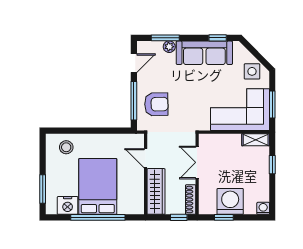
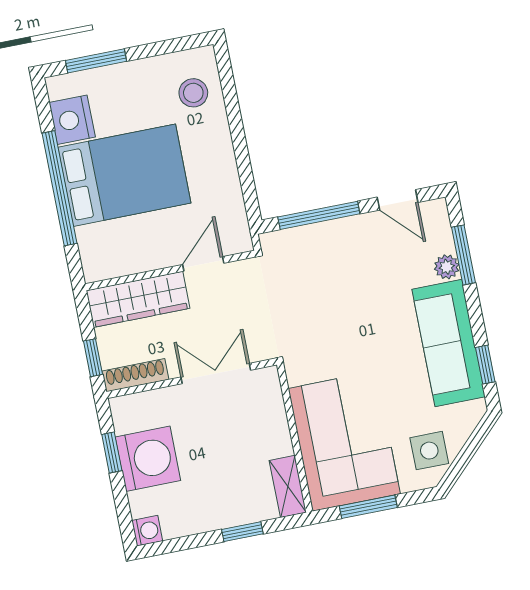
armchair: (156, 104) -> (321, 264), removed

